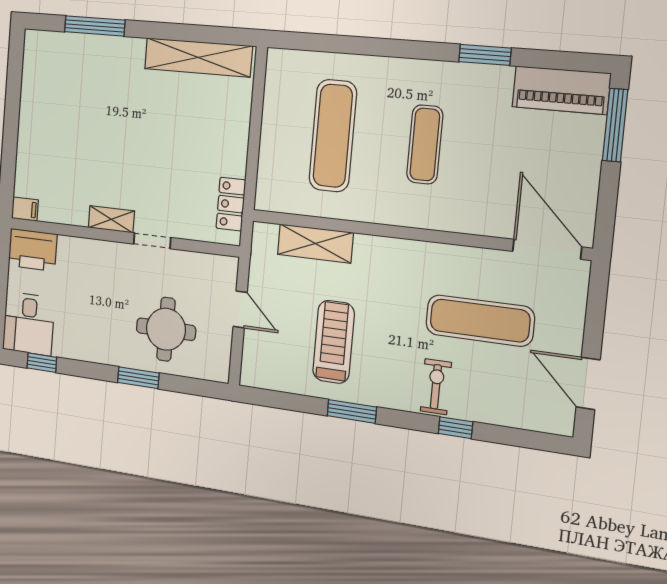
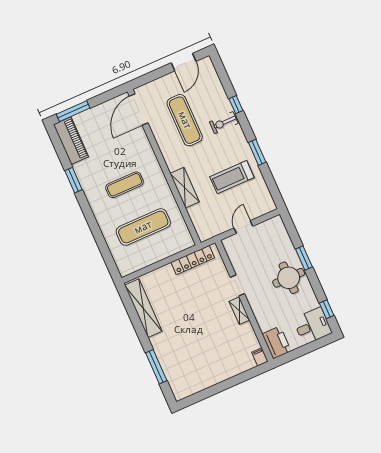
locker: (231, 204) -> (193, 260), width x1.53
shelving: (315, 243) -> (185, 188), moved
round table: (166, 329) -> (289, 278), moved

